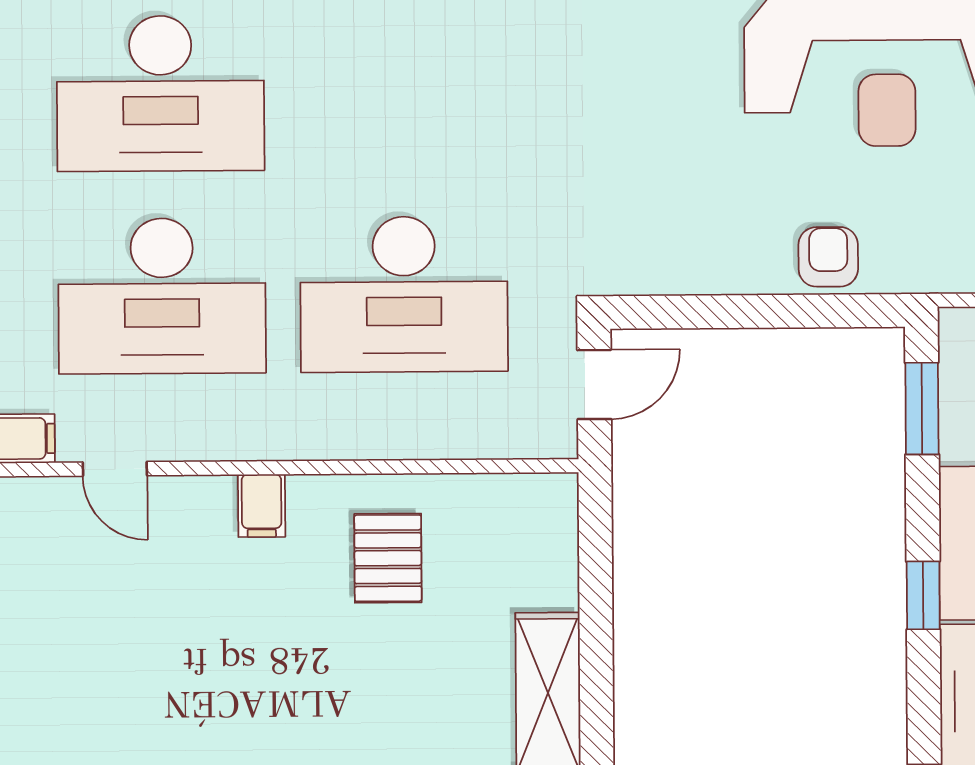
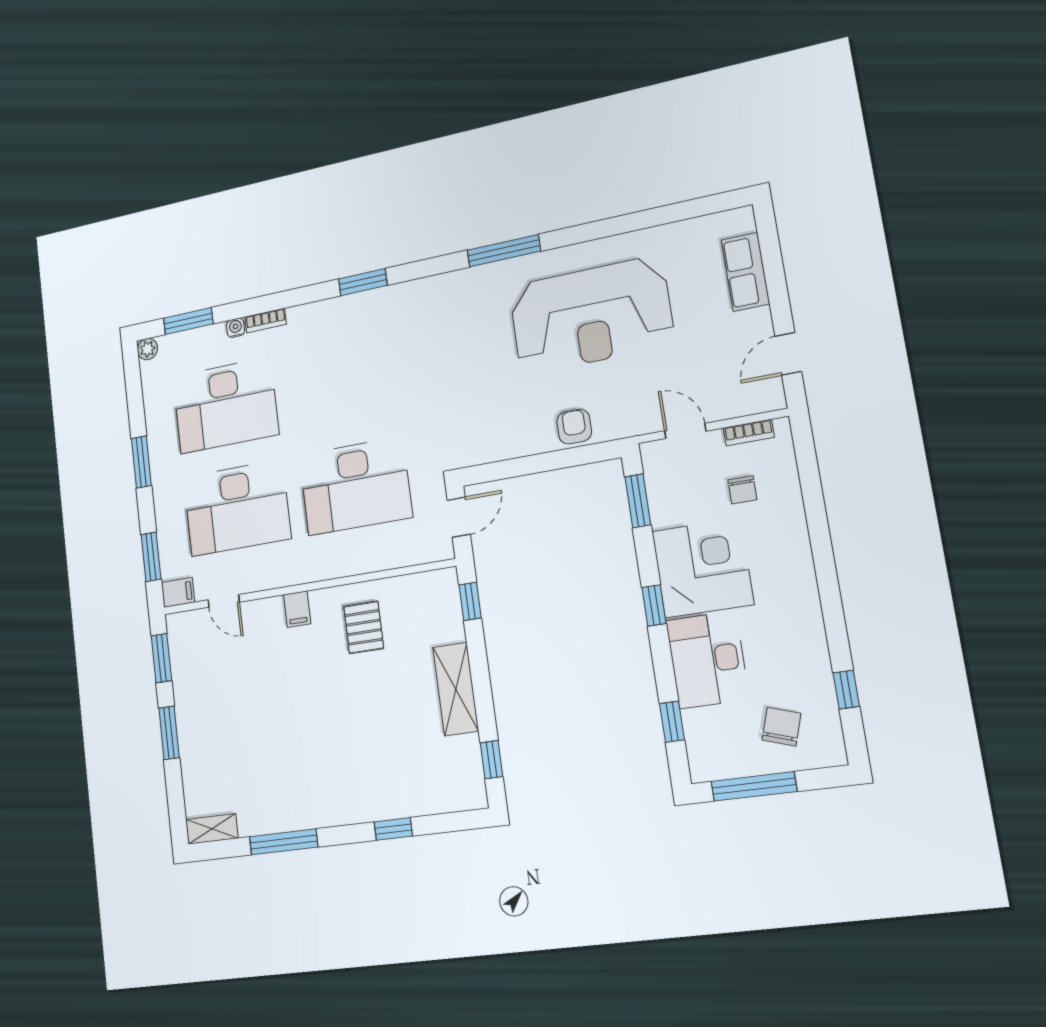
window: (595, 540) -> (470, 601), added

